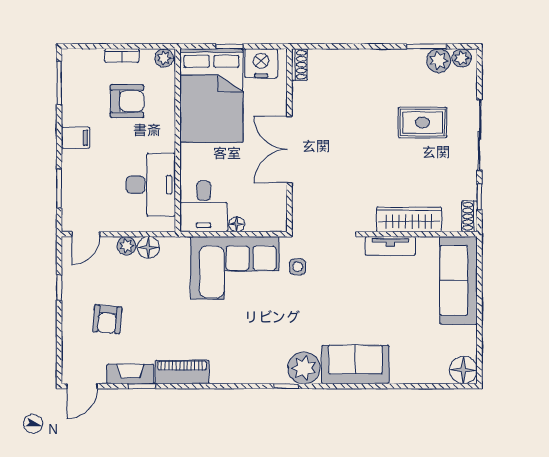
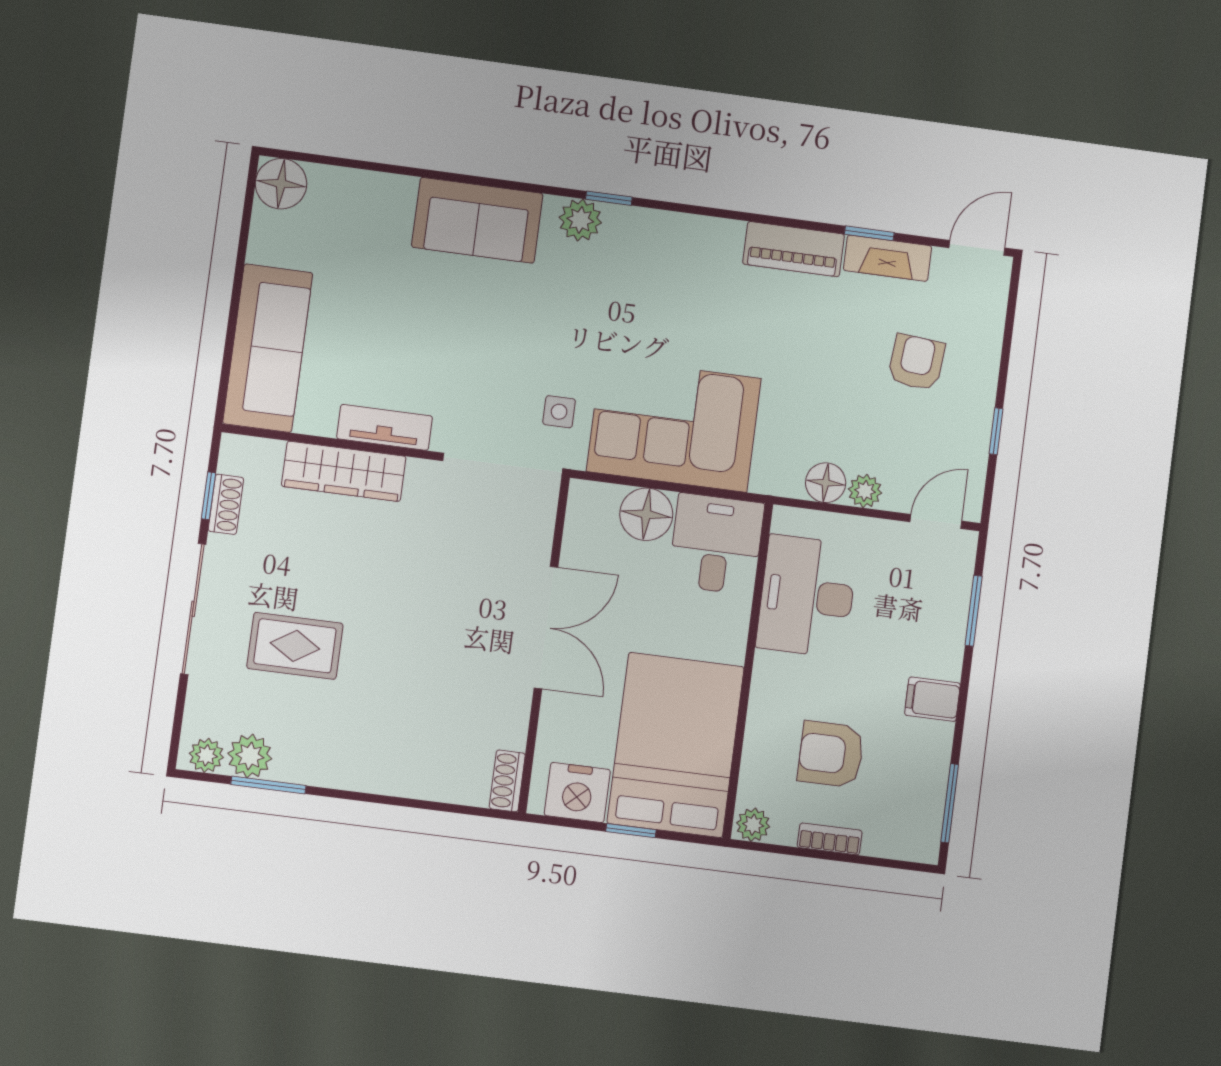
shoe rack: (470, 216) -> (226, 504), moved
floor lamp: (237, 224) -> (646, 514), width x1.89, depth x1.89
plant: (304, 368) -> (580, 220), width x0.73, depth x0.73

